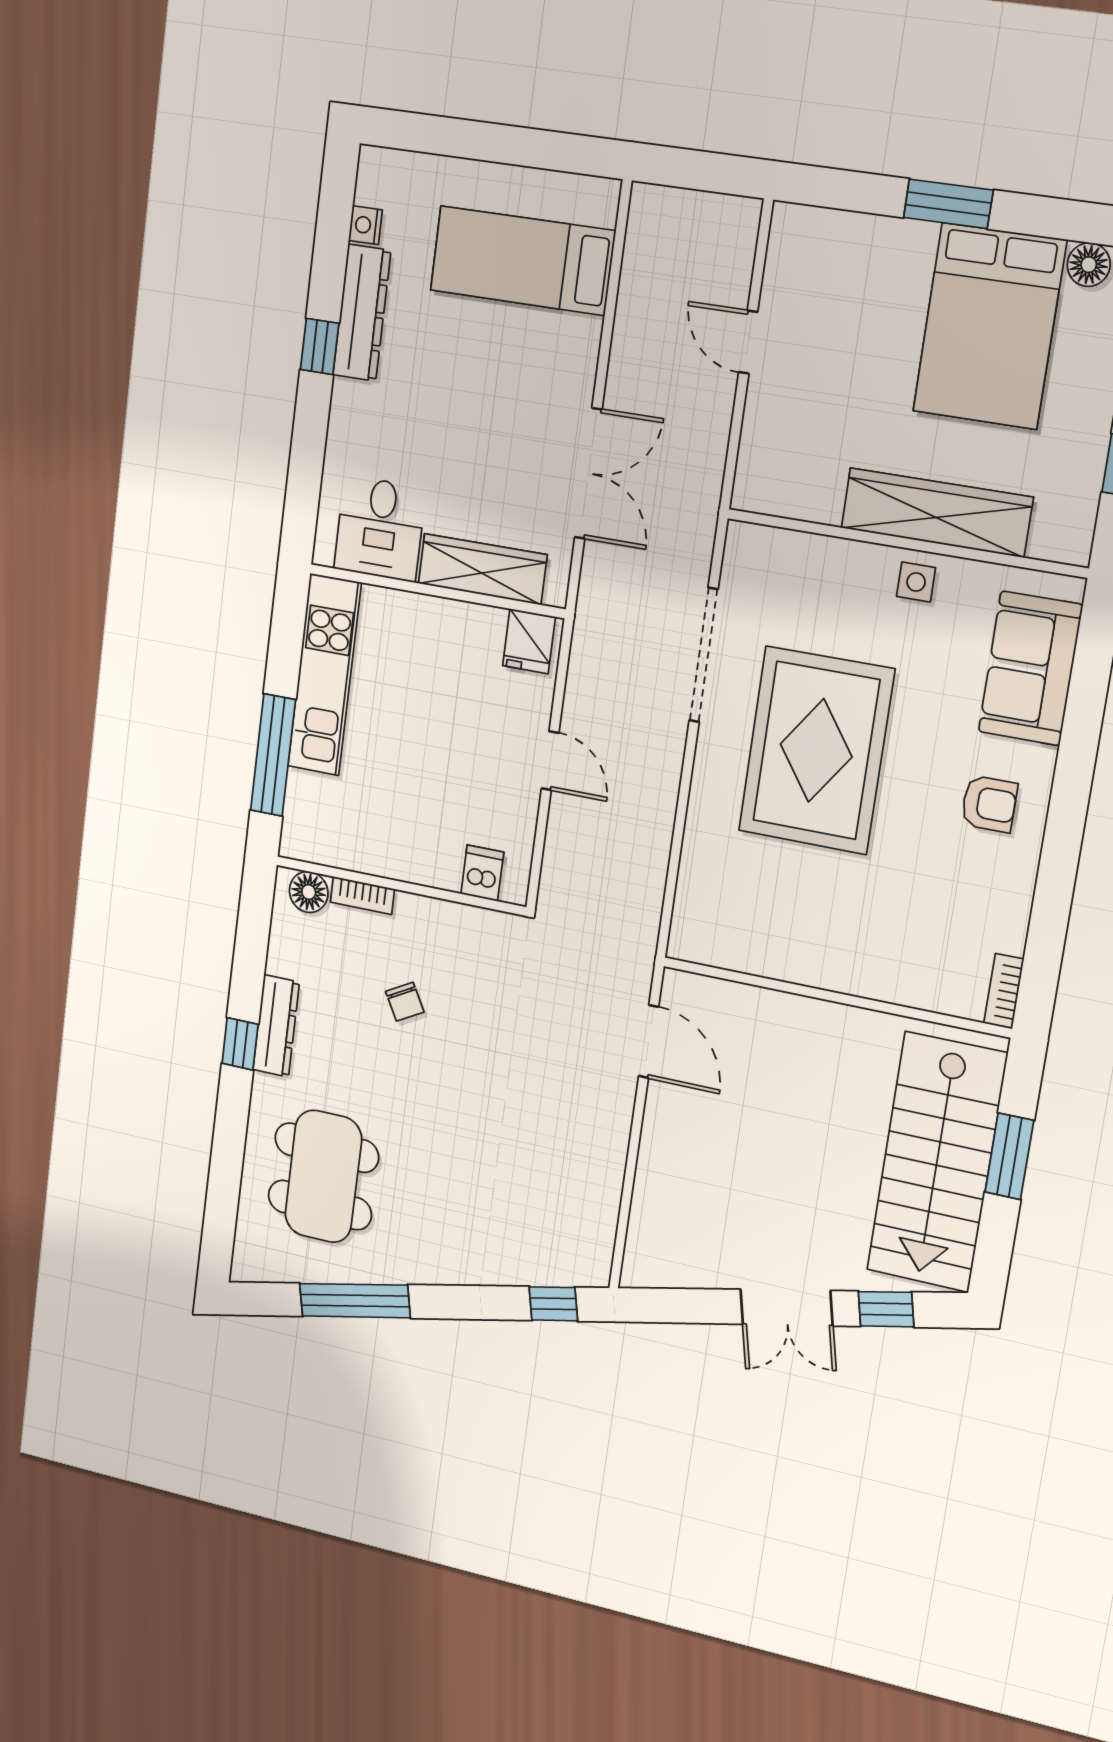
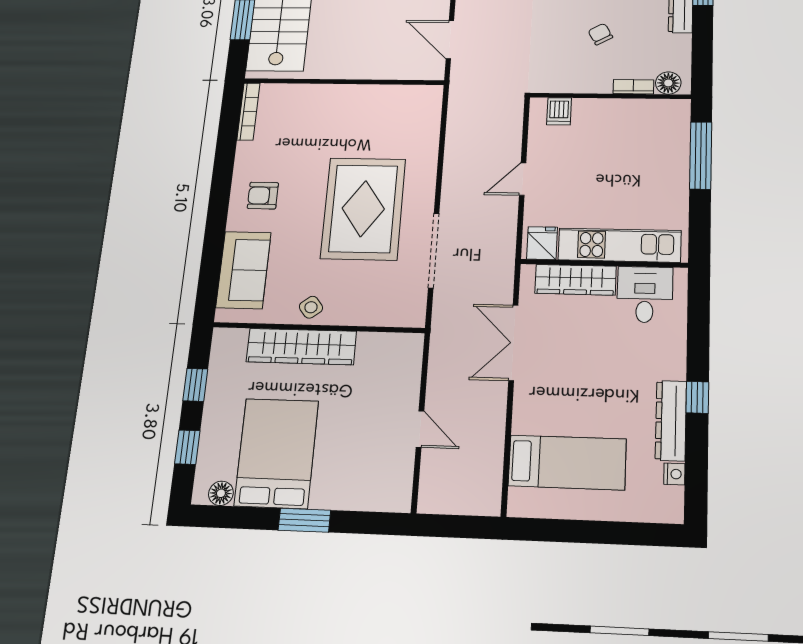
side table: (916, 582) -> (311, 307), turned -38
kitchen unit: (324, 675) -> (620, 245), moved, turned 90
door: (550, 761) -> (523, 179), hinge flipped
bookcase: (1004, 991) -> (248, 111), width x1.56

